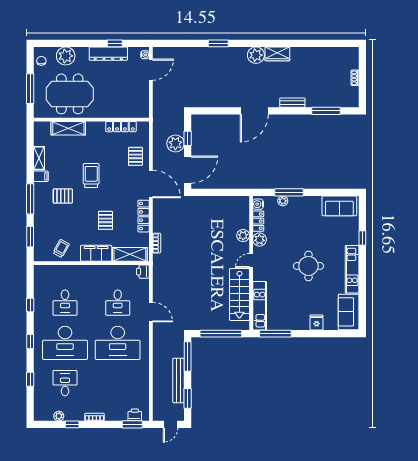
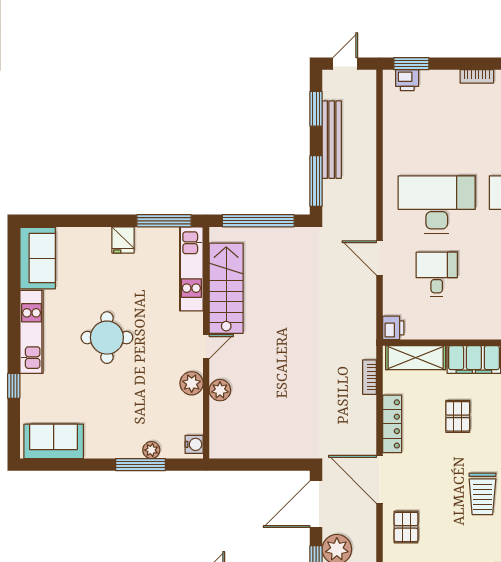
locker: (258, 221) -> (194, 415), removed
fridge: (317, 322) -> (123, 240), moved

